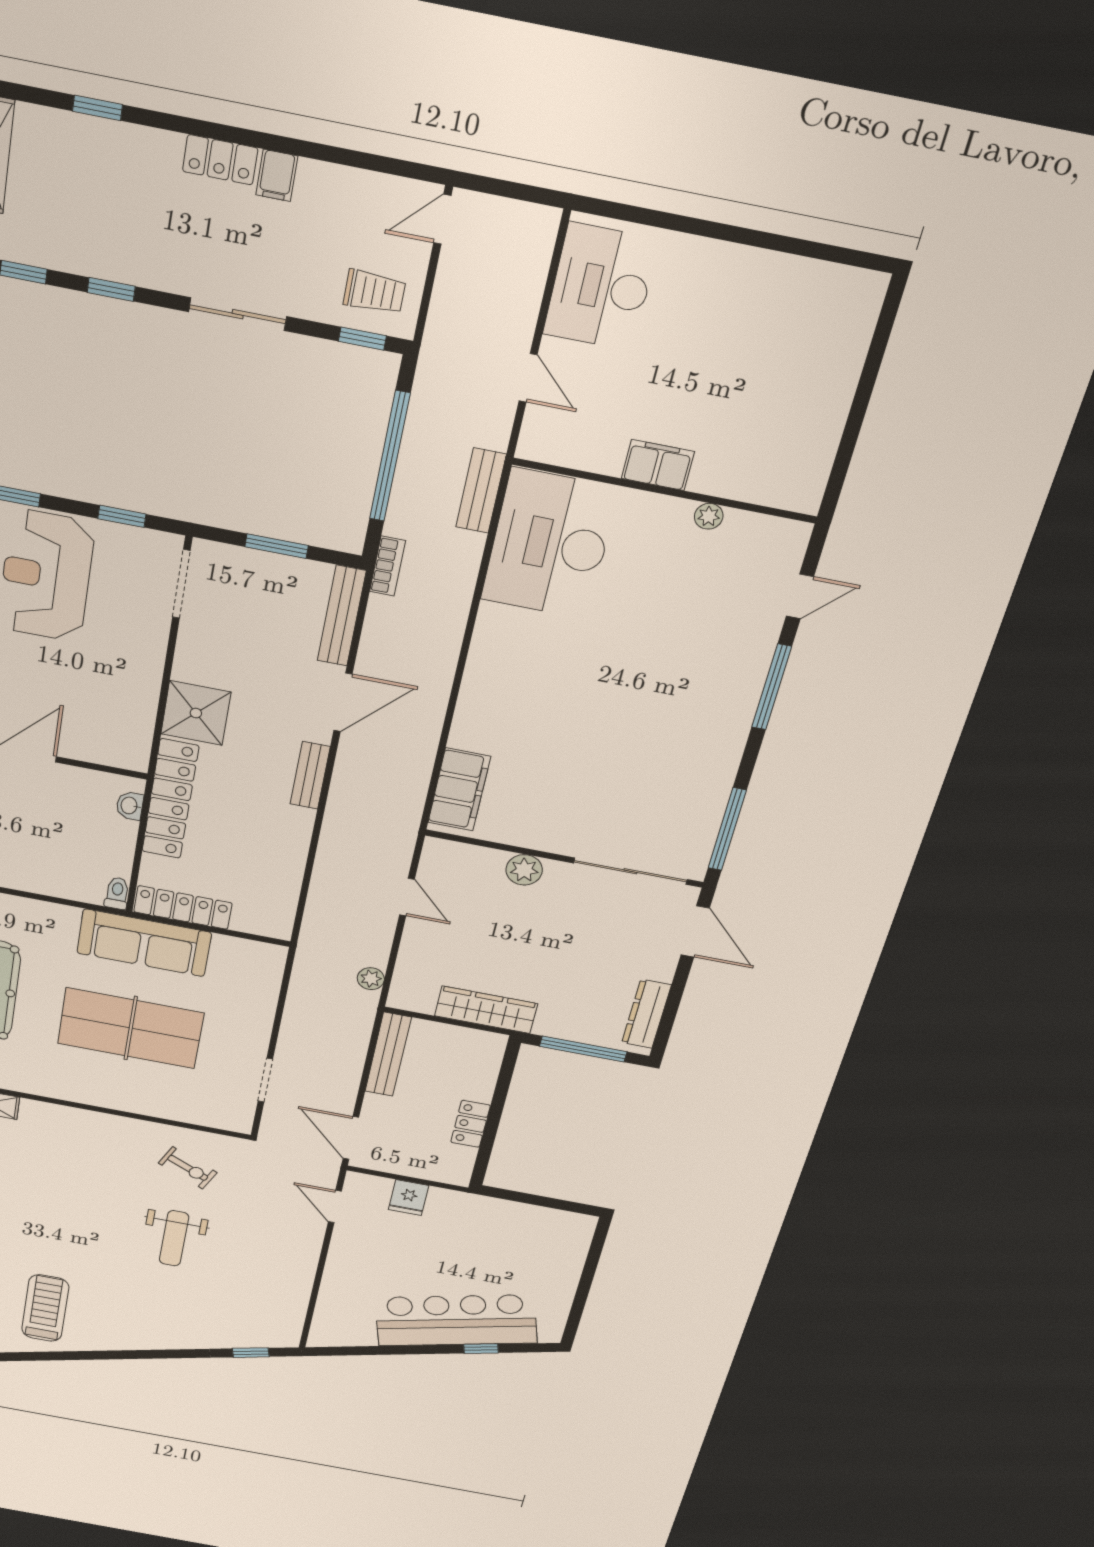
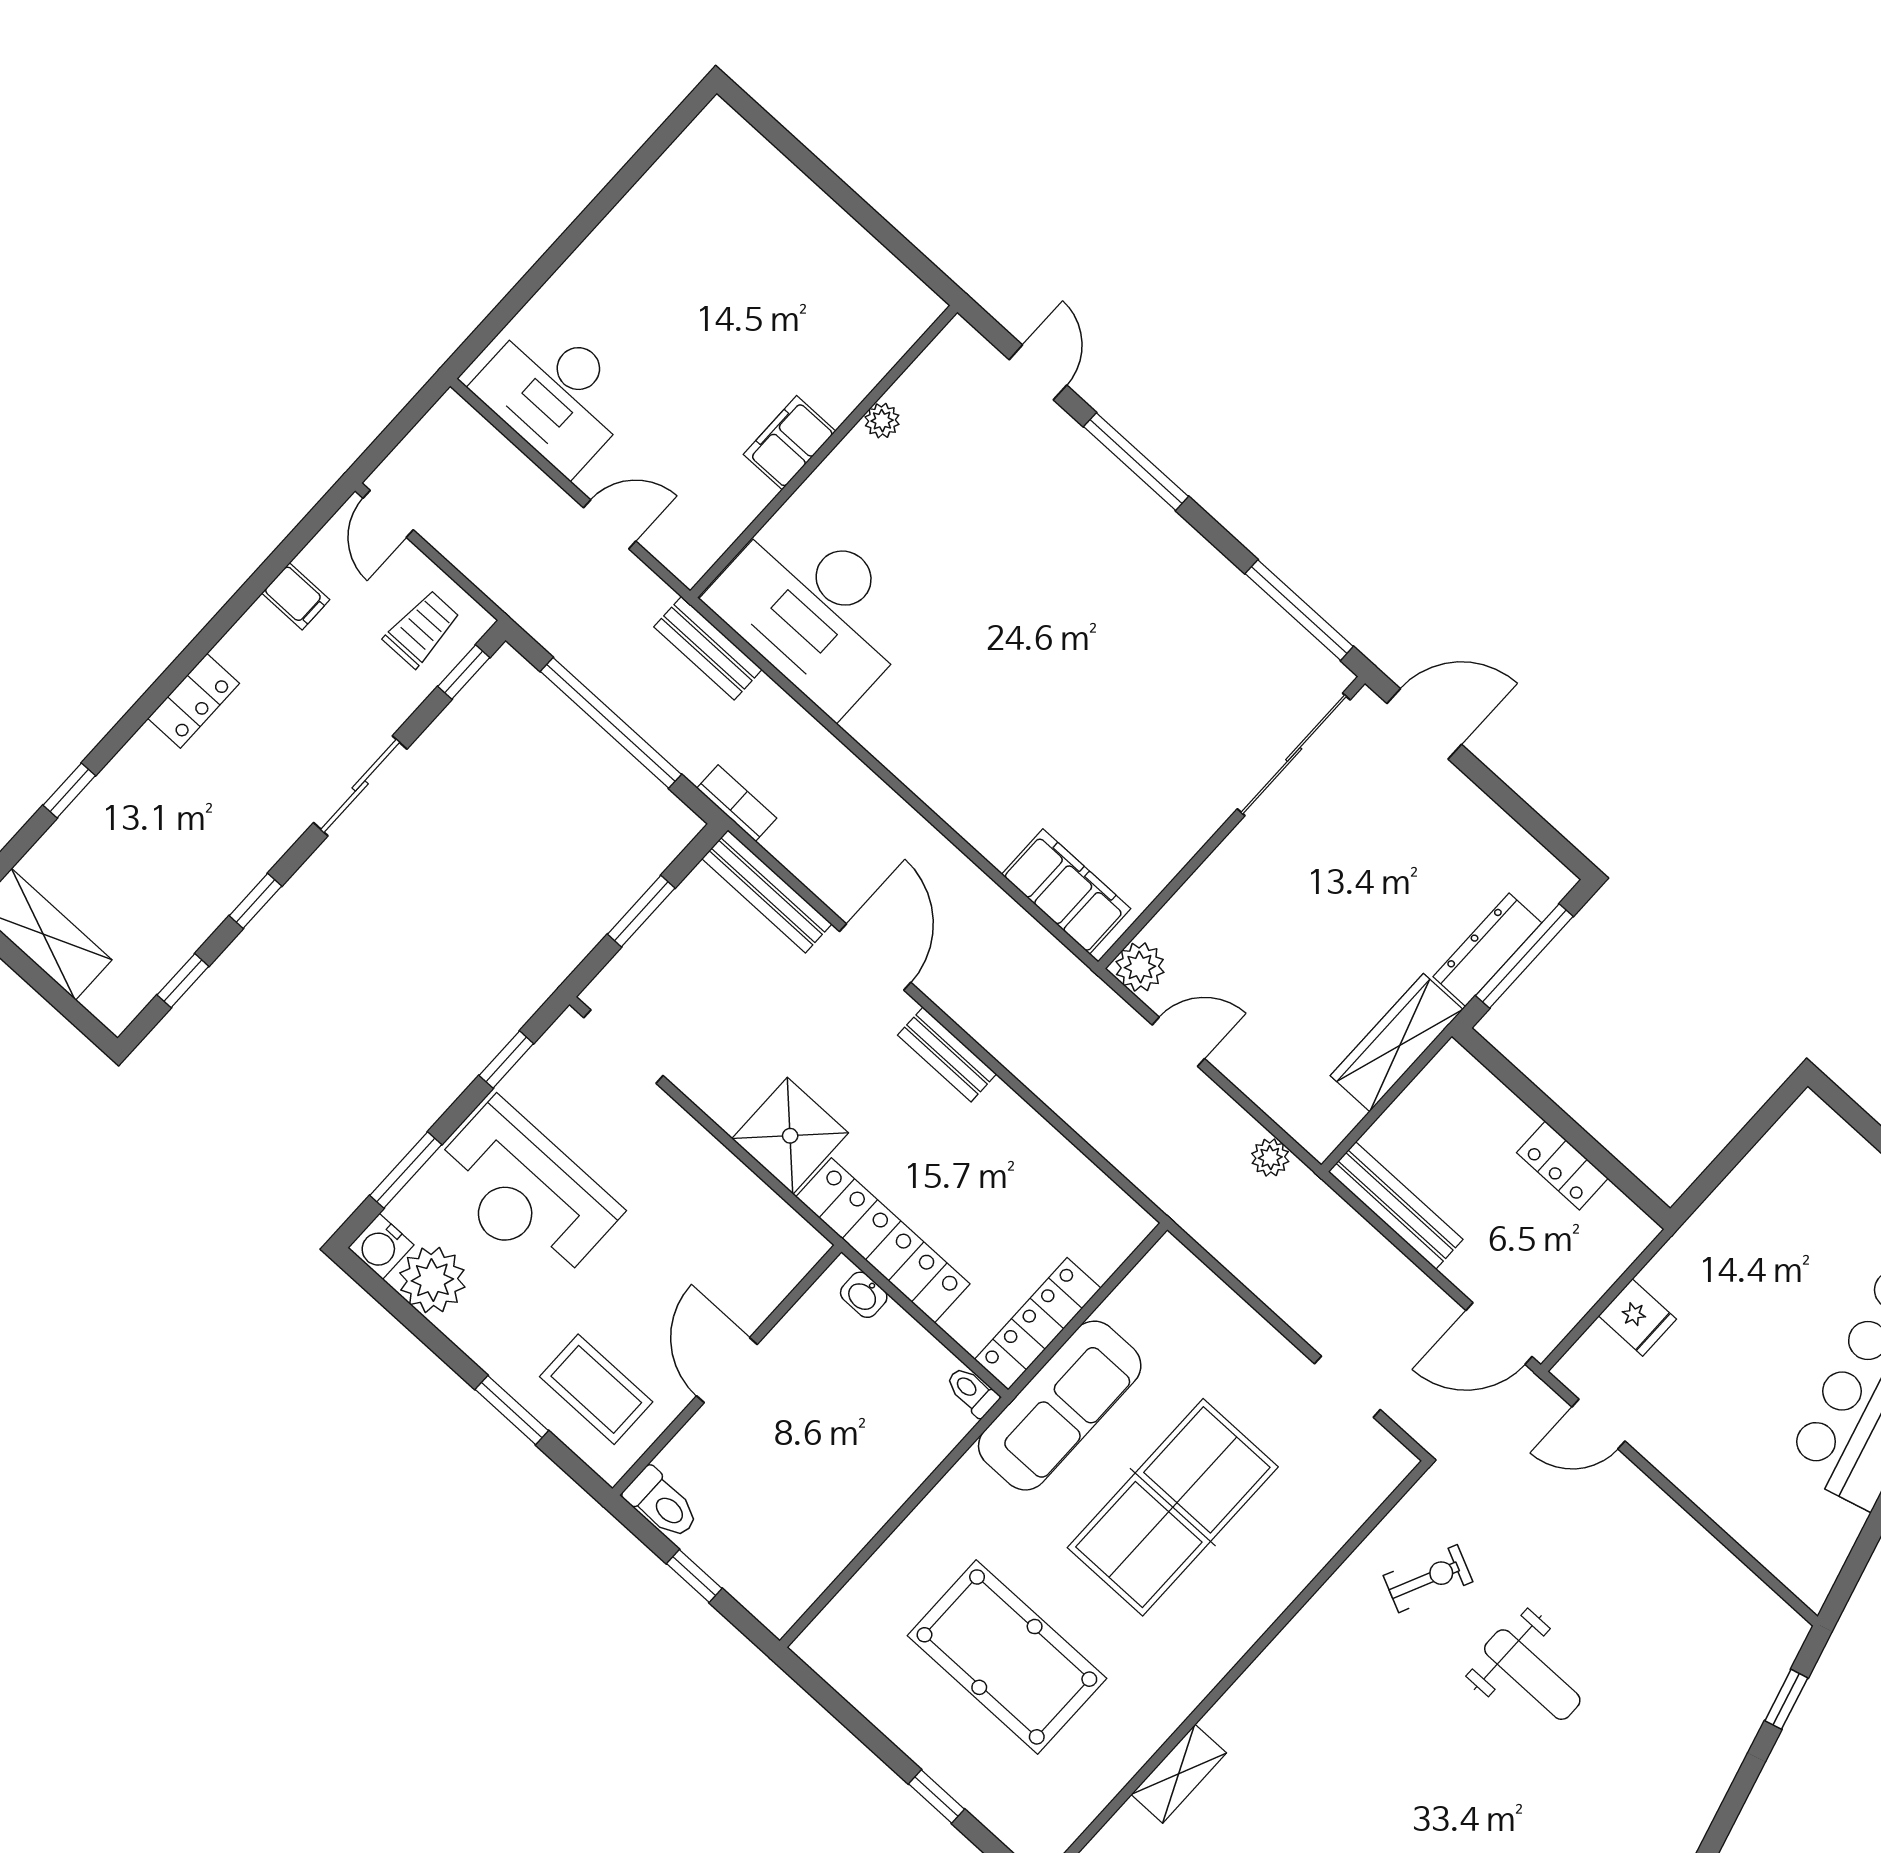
filing cabinet: (277, 176) -> (296, 596), moved
plant: (524, 870) -> (1140, 967), moved
dresser: (646, 1014) -> (1487, 950), moved, turned 90

